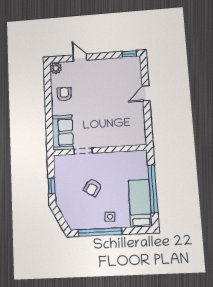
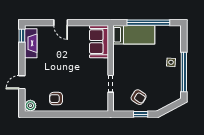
fireplace: (122, 64) -> (31, 43), added
sofa: (63, 132) -> (99, 42), moved, turned -90
armchair: (93, 188) -> (139, 97), moved
bed: (140, 203) -> (134, 35), moved, turned 180

